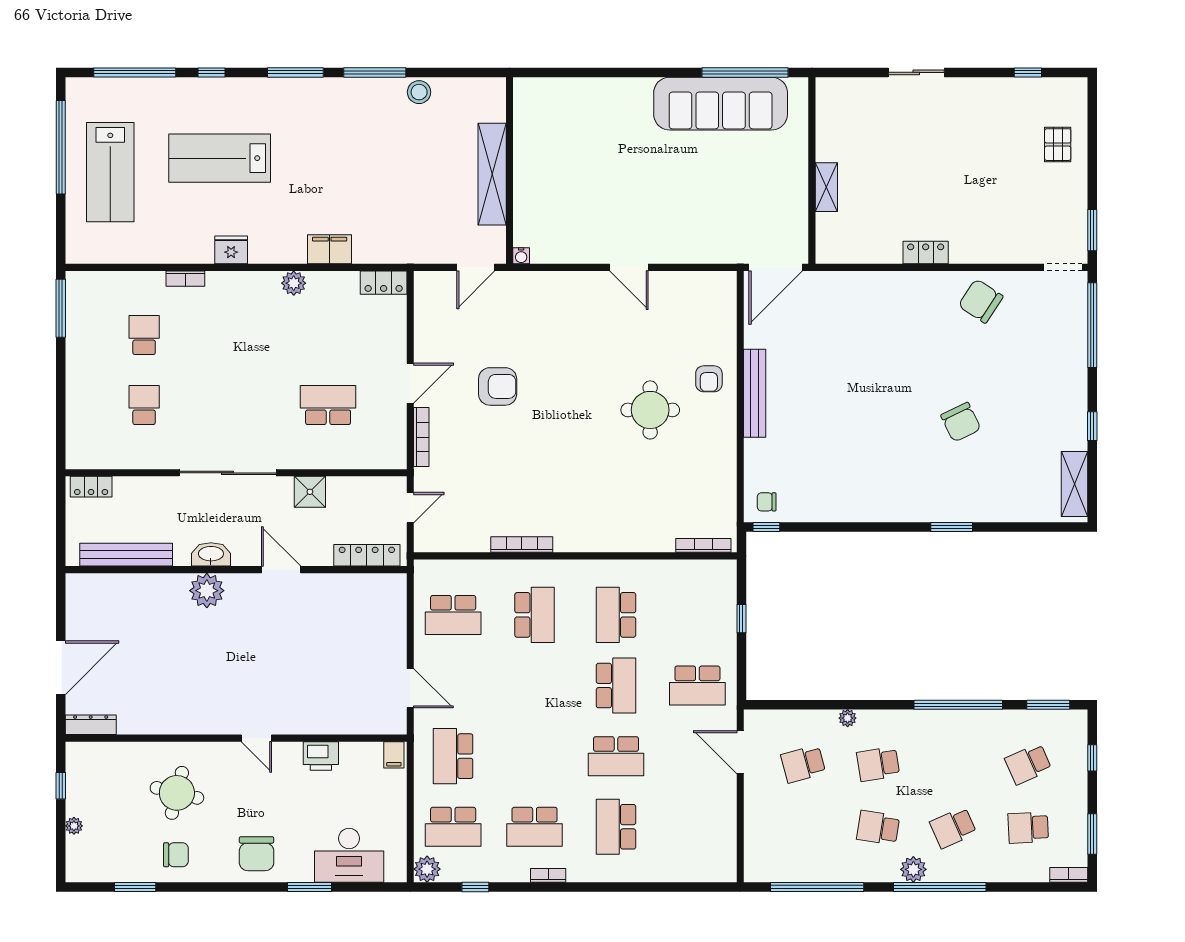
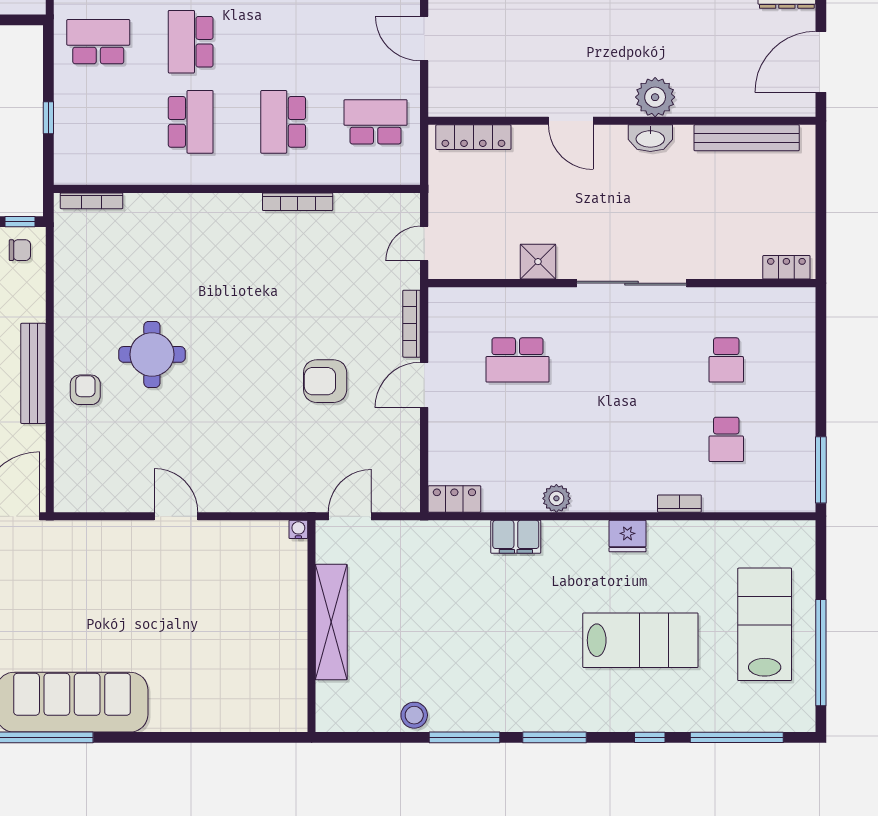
washbasin: (211, 554) -> (650, 138), moved
bench: (126, 555) -> (747, 138), moved
locker: (367, 555) -> (473, 137), moved
wall: (236, 570) -> (622, 121), moved
door: (281, 570) -> (571, 121), moved
plant: (207, 591) -> (655, 97), moved

